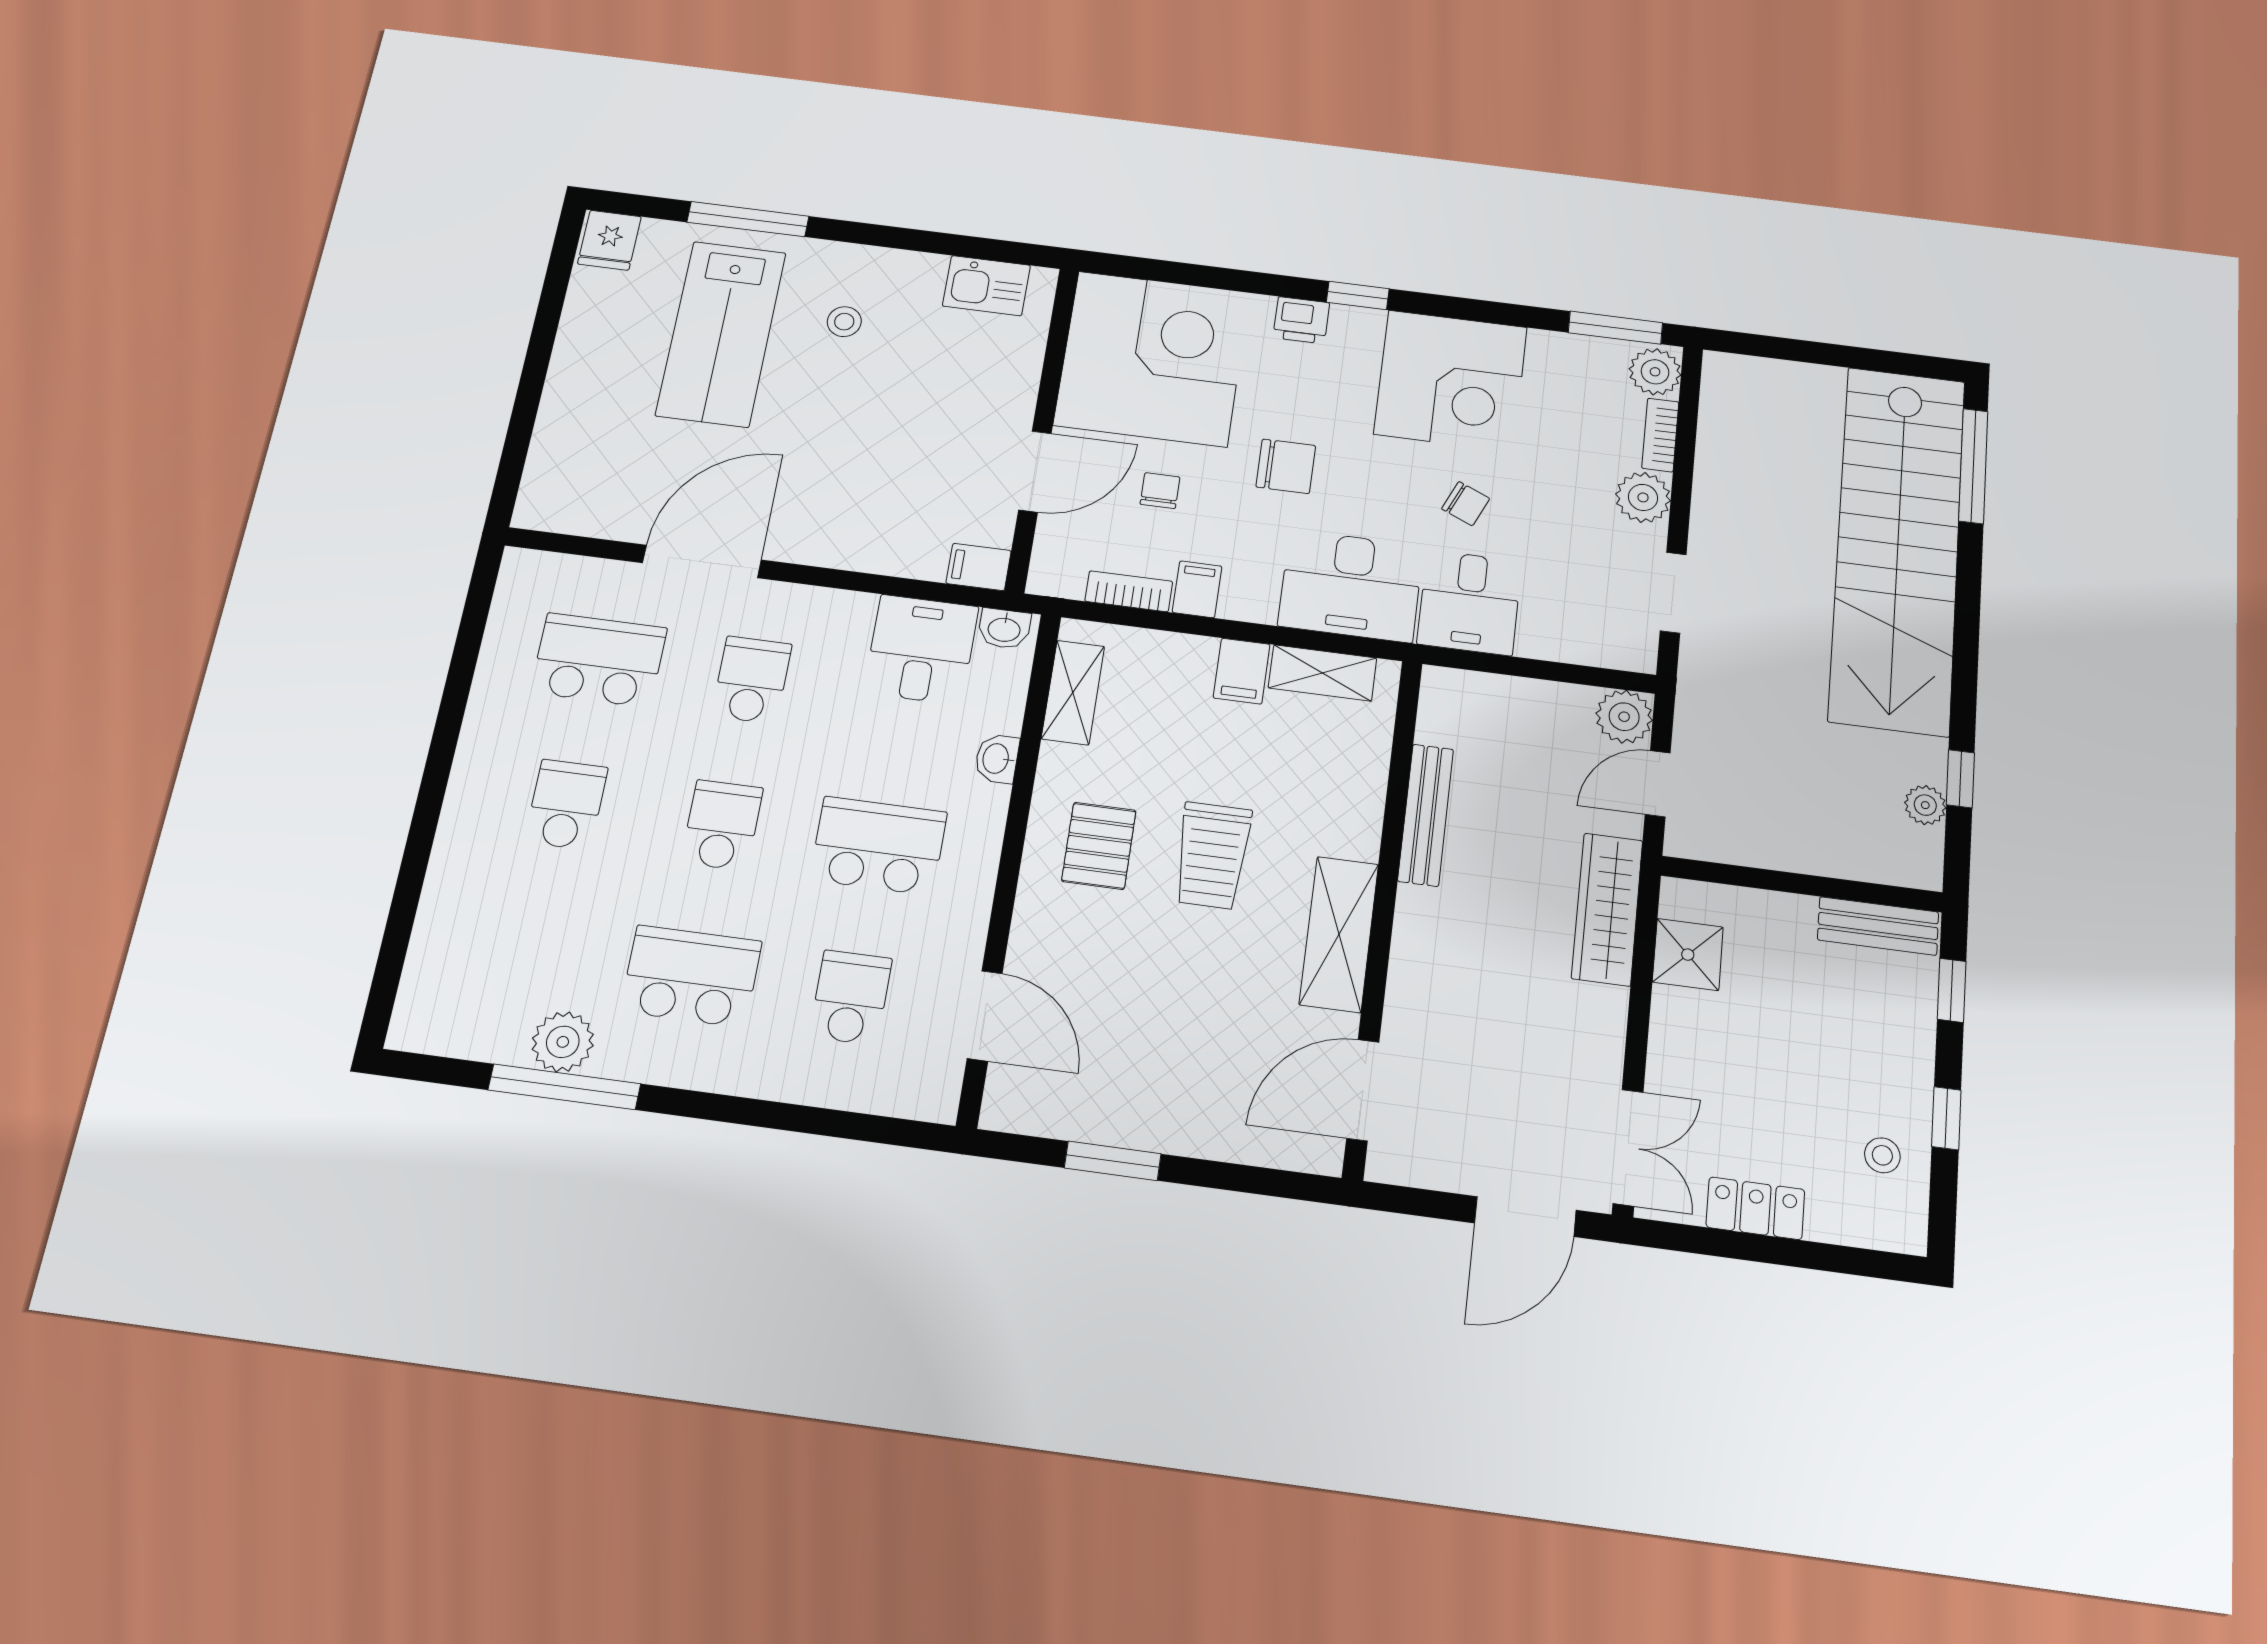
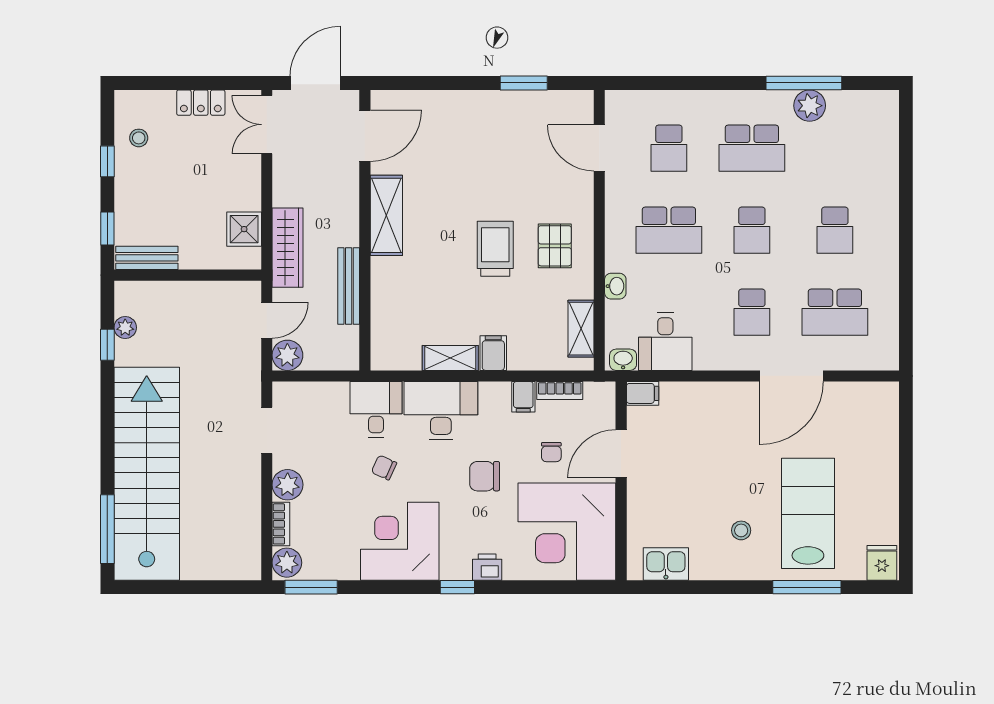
bench: (1426, 815) -> (349, 286), moved
wall: (1383, 912) -> (365, 230), moved
shelving: (1339, 934) -> (386, 215), moved
door: (1363, 1090) -> (365, 136), moved

